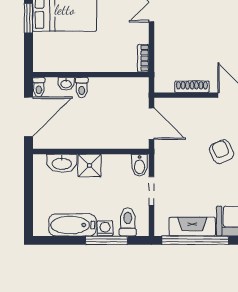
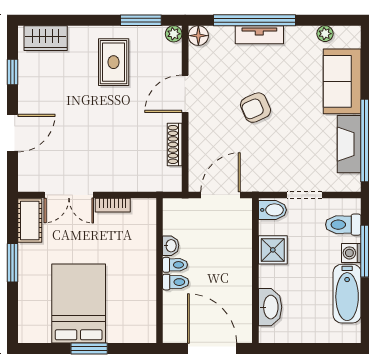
bookcase: (143, 58) -> (113, 205), moved
washbasin: (66, 84) -> (171, 246), moved
toilet: (39, 87) -> (175, 265), moved
shower: (90, 165) -> (273, 250), moved

